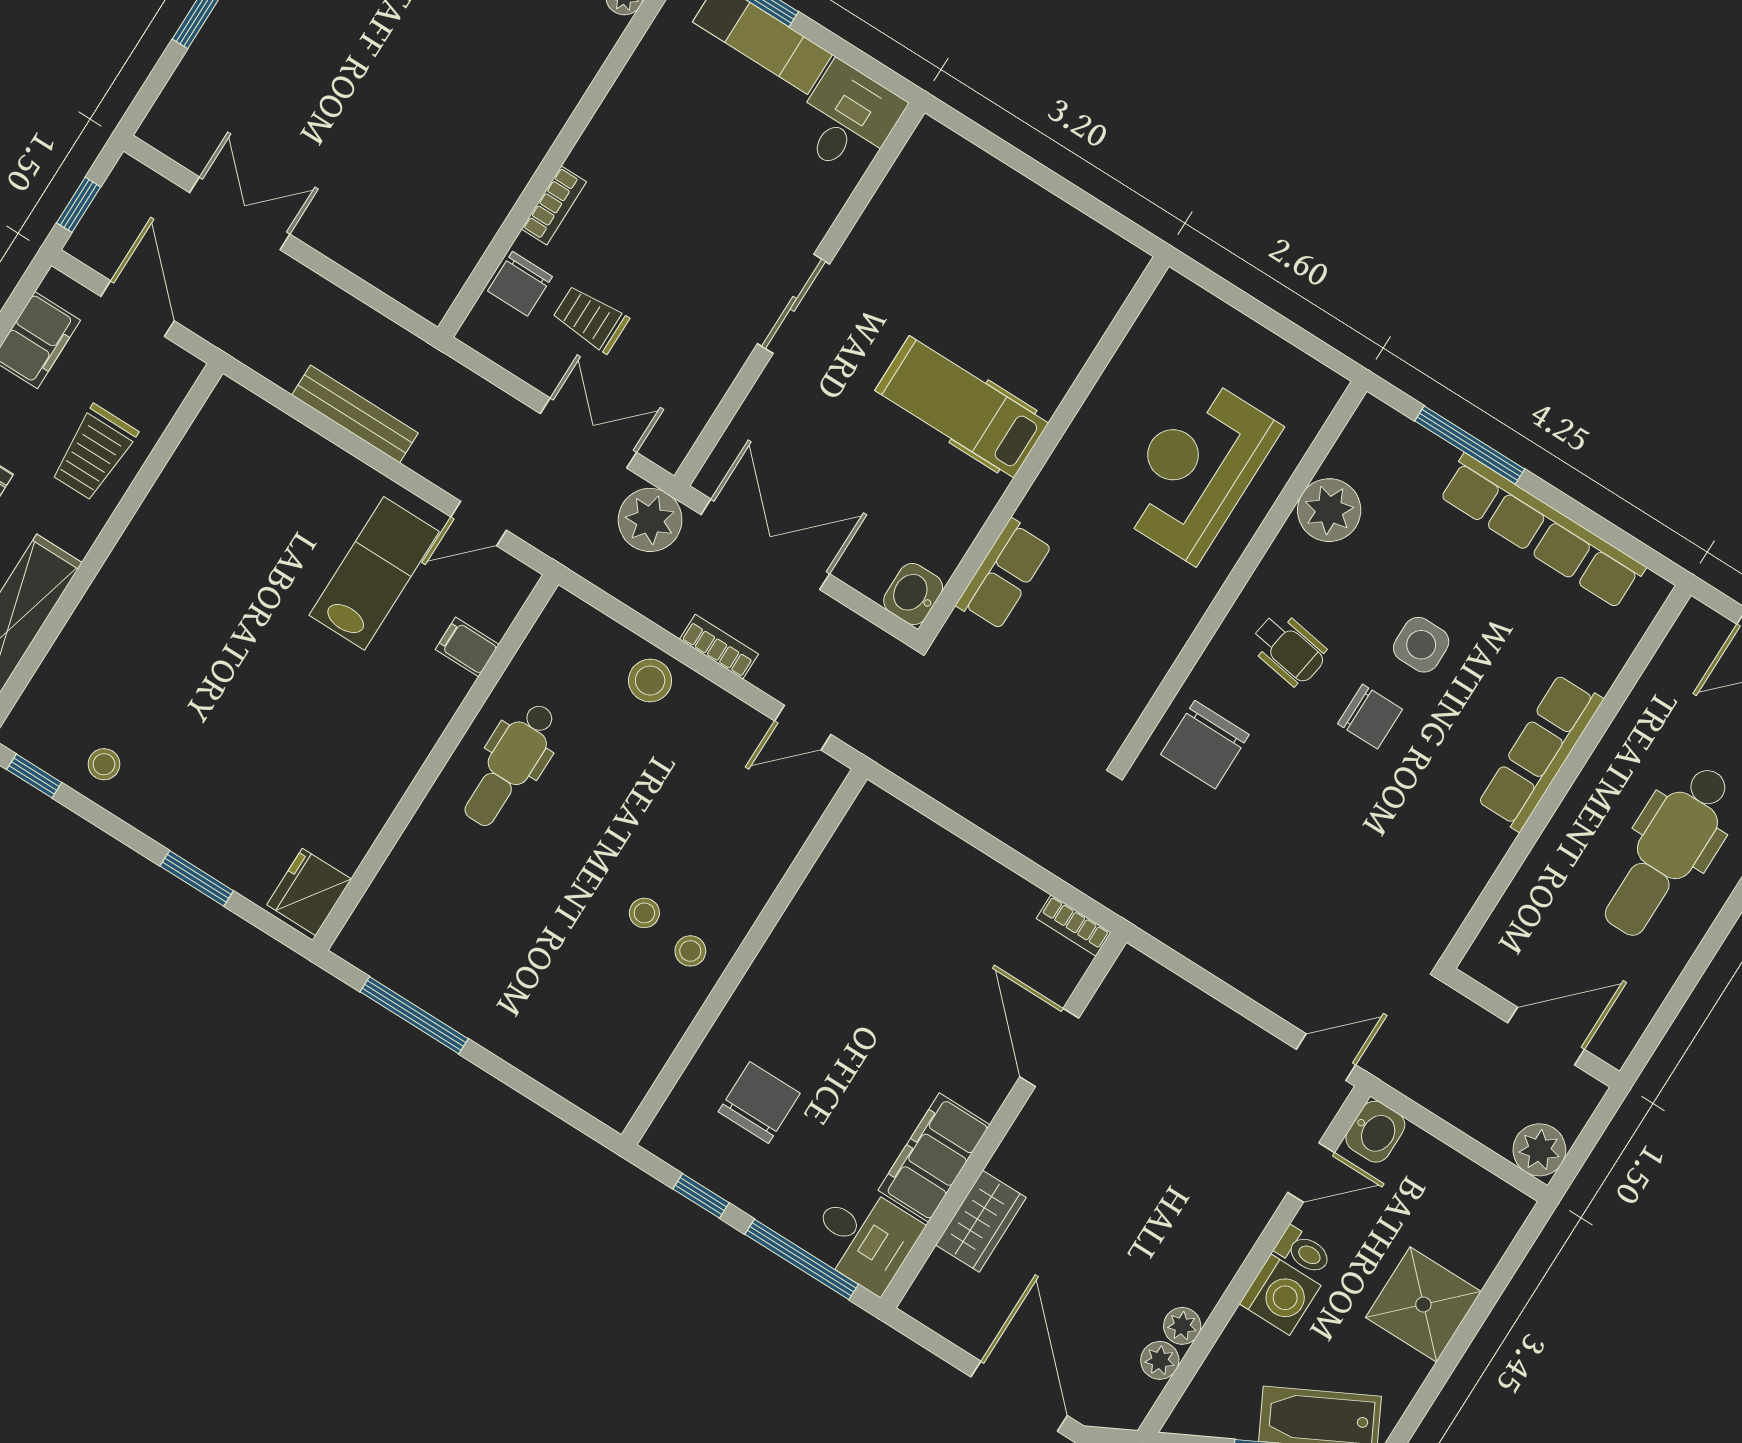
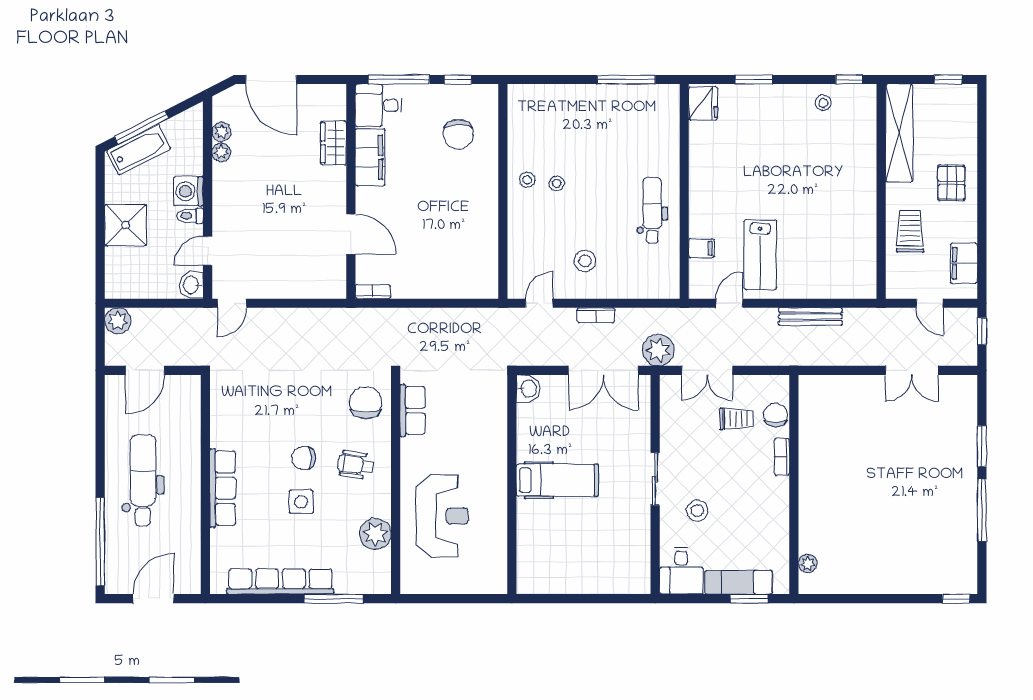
stool: (756, 205) -> (697, 511), added
door: (138, 309) -> (930, 303), width x0.73
row of seats: (1004, 575) -> (413, 410), moved, turned 180
stool: (650, 681) -> (585, 261), moved

